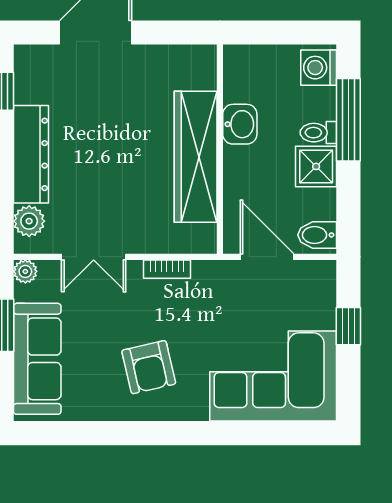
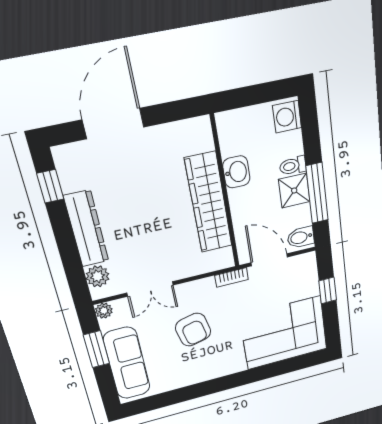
window: (348, 120) -> (317, 193), moved
bookcase: (167, 269) -> (232, 277), moved
armchair: (149, 367) -> (193, 330), moved

